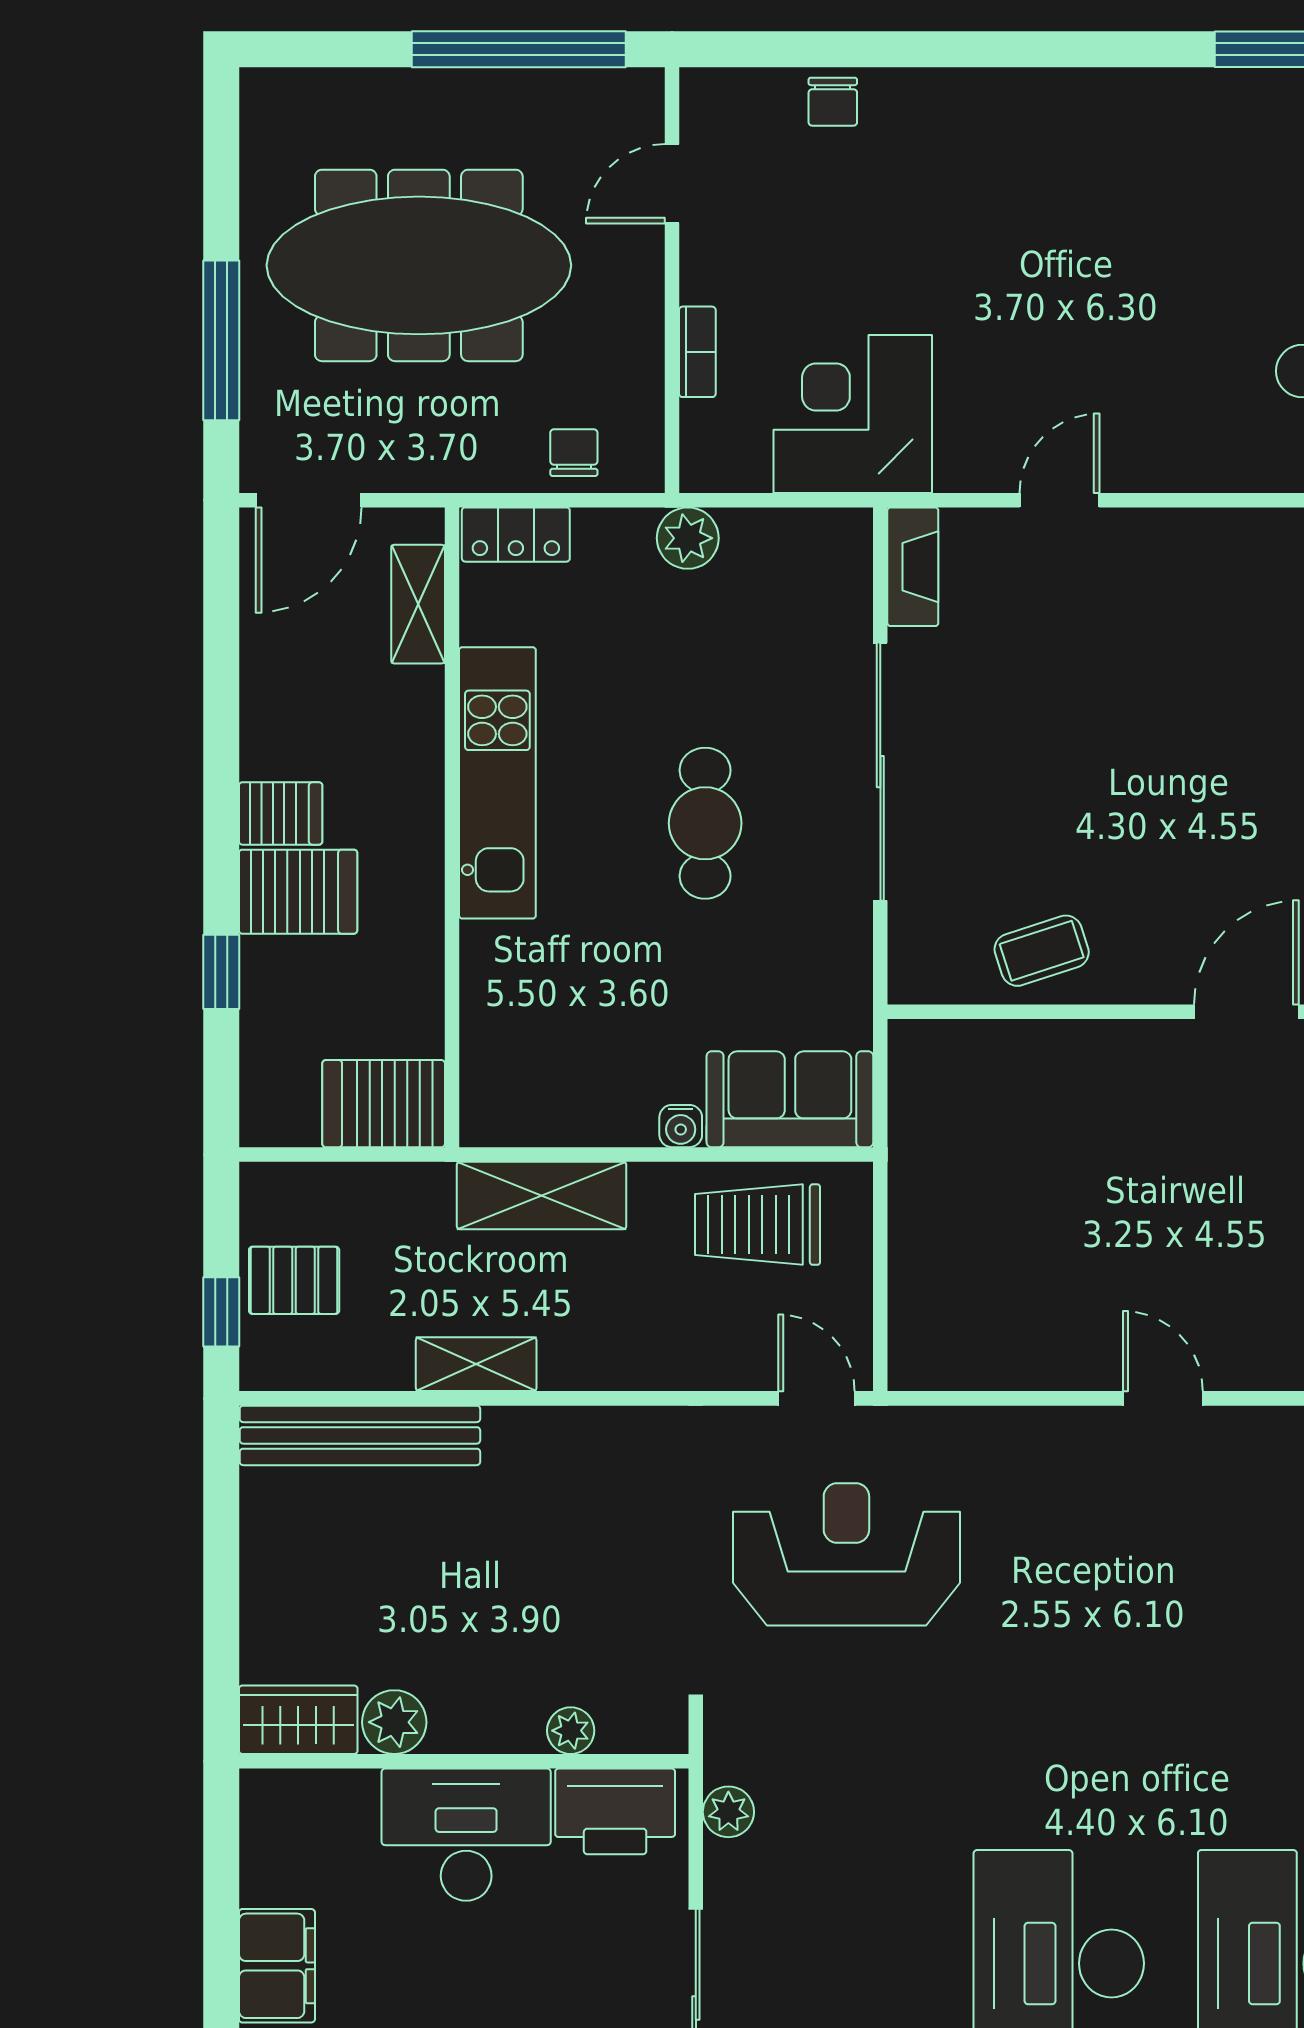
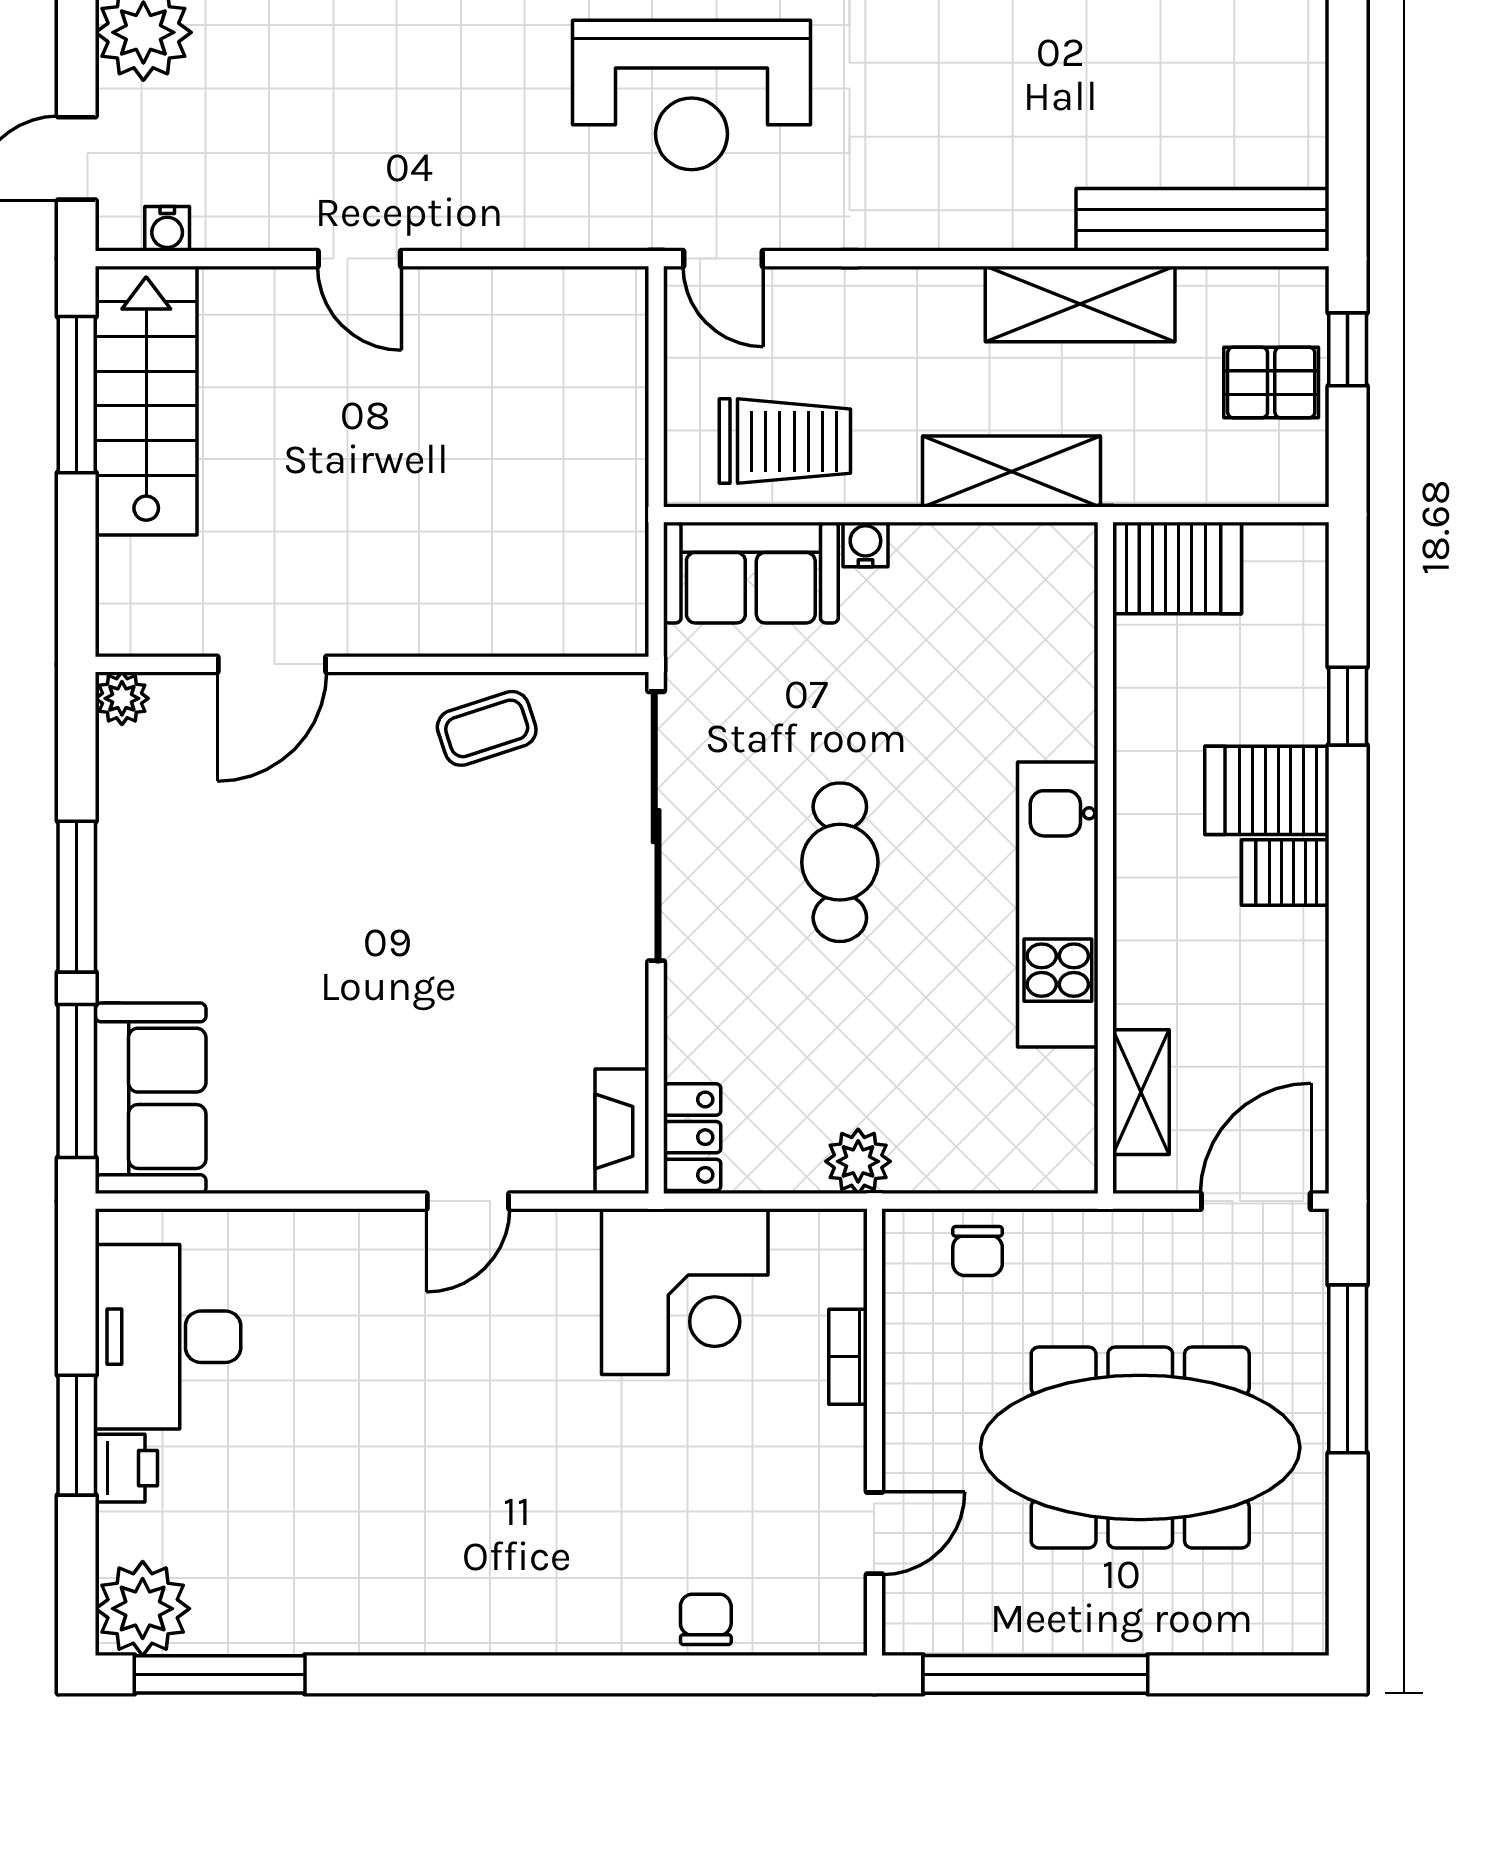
locker: (516, 535) -> (692, 1137), moved, turned 90
sliding door: (880, 772) -> (656, 826), moved
shelving: (476, 1364) -> (1080, 304), width x1.50, depth x1.33

